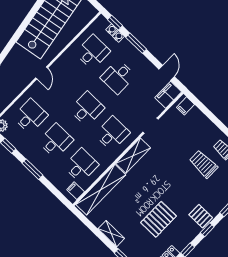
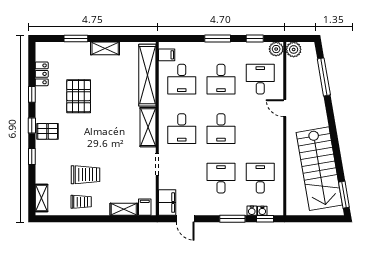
desk: (93, 52) -> (260, 178), turned 180
door: (42, 73) -> (285, 108), moved
desk: (30, 116) -> (260, 79), turned 180
shelving: (200, 118) -> (124, 209), added

